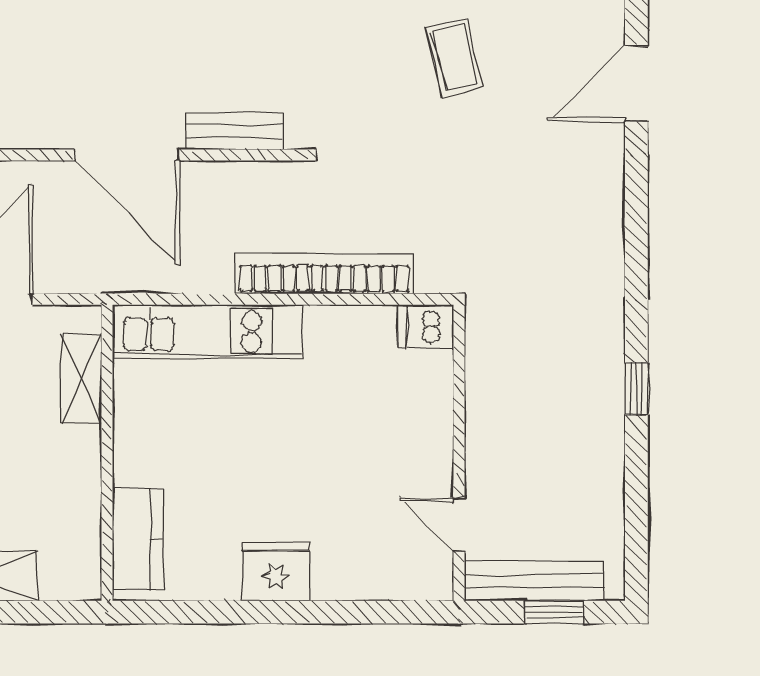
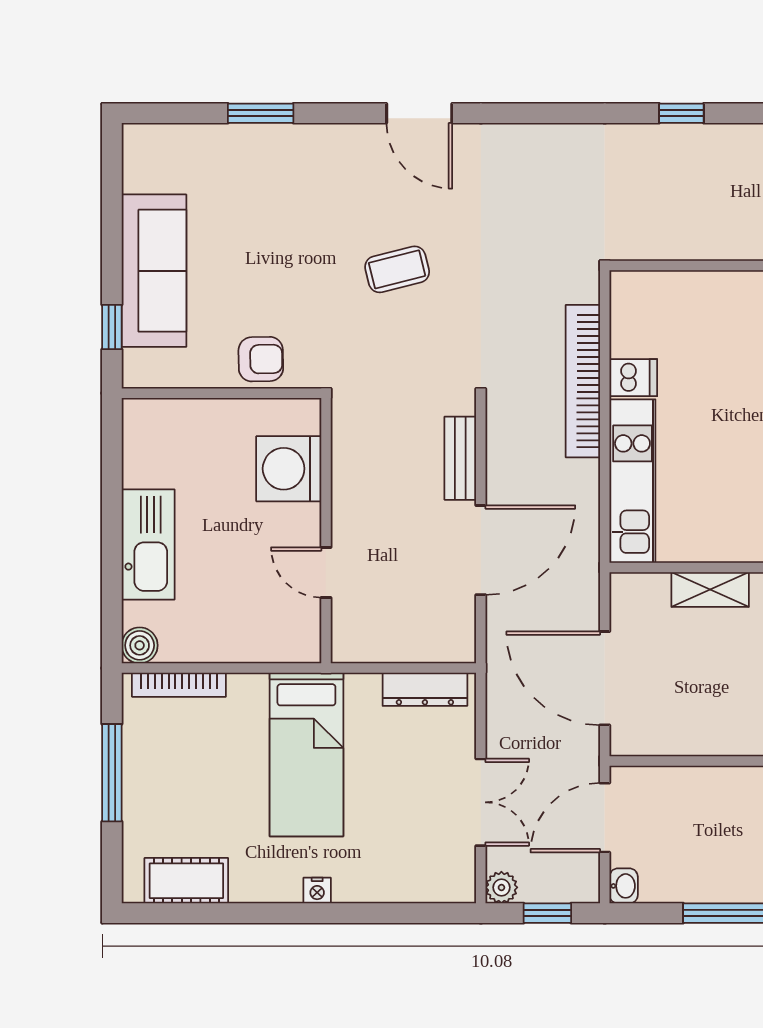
dishwasher: (426, 326) -> (633, 378), moved, turned -90
shelving: (81, 379) -> (710, 590), moved

